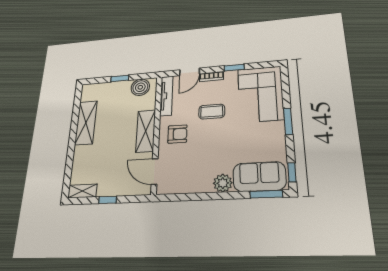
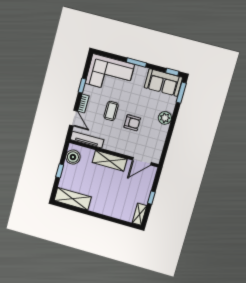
shelving: (86, 123) -> (73, 199), moved
armchair: (177, 134) -> (132, 123), moved, turned 90
sofa: (259, 177) -> (163, 82), moved, turned -90

